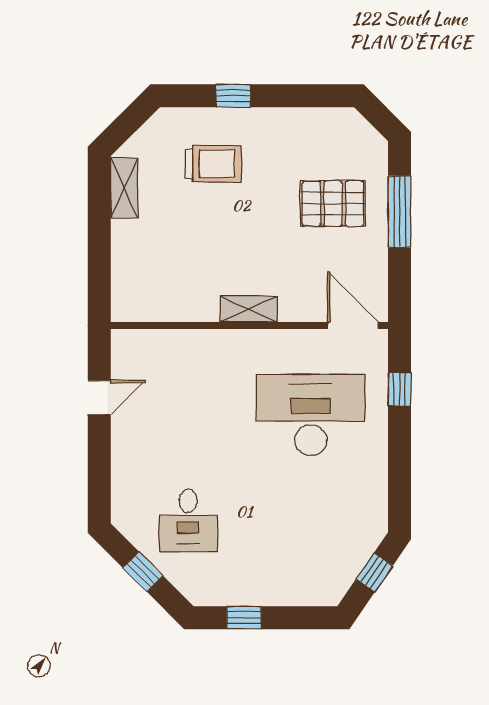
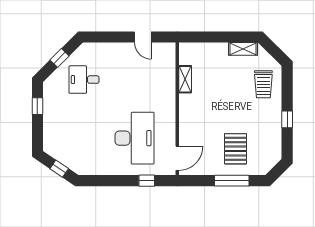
window: (233, 96) -> (287, 119), moved
trolley: (213, 164) -> (263, 84), moved
shelving: (249, 309) -> (185, 79), moved

